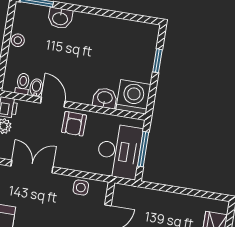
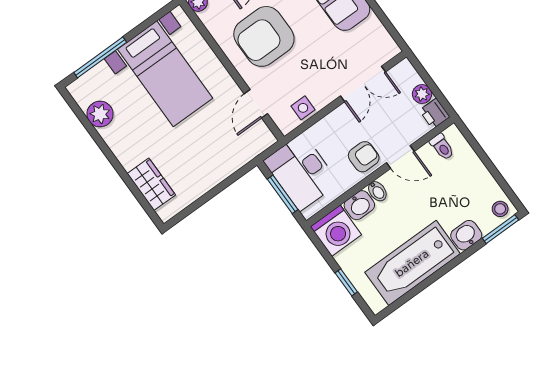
bathtub: (108, 33) -> (412, 263), added
stool: (18, 40) -> (500, 209), moved
bidet: (36, 88) -> (377, 191), moved
armchair: (74, 124) -> (364, 157), turned 89

